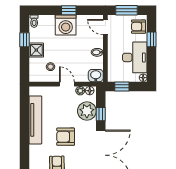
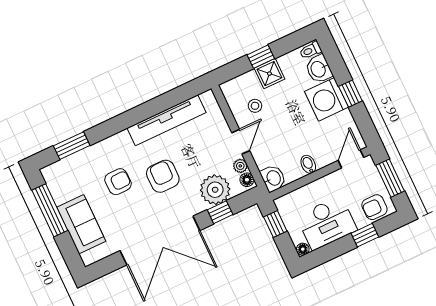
washbasin: (47, 21) -> (319, 69), added
armchair: (139, 27) -> (374, 207), turned -90
window: (25, 40) -> (261, 57), moved

